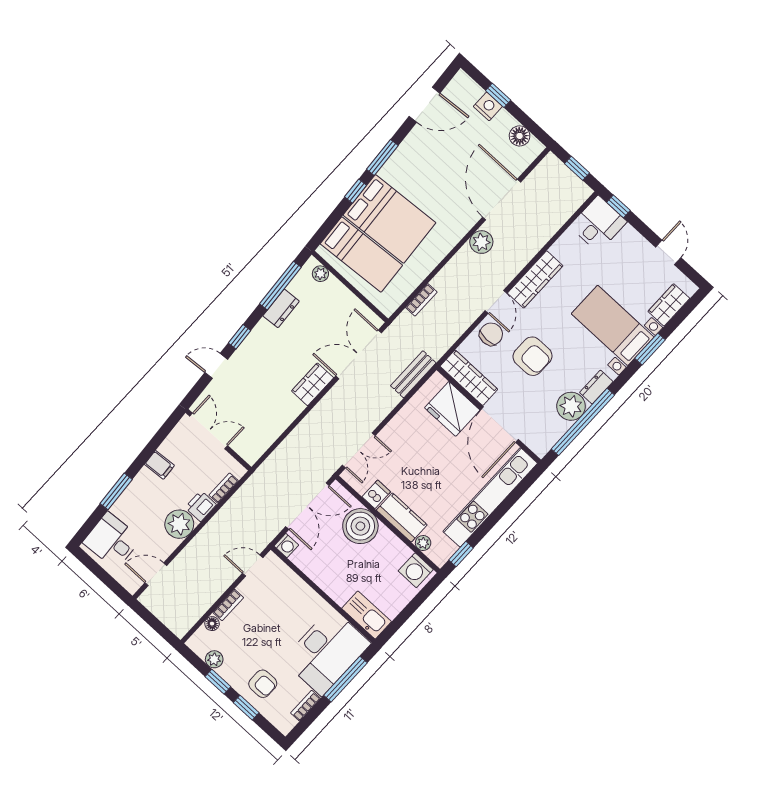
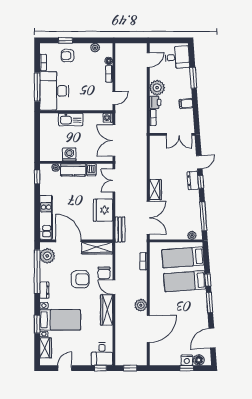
floor lamp: (520, 136) -> (199, 360), moved
door: (502, 200) -> (148, 329), hinge flipped
bed: (389, 219) -> (185, 281), width x0.67
door: (668, 252) -> (65, 368), swing flipped
dresser: (281, 308) -> (193, 180), moved
armchair: (532, 356) -> (80, 279), turned 180
plant: (571, 406) -> (47, 256), moved
fridge: (452, 409) -> (103, 210), moved, turned -90
kitchen unit: (490, 497) -> (46, 217), width x0.73
boiler: (360, 526) -> (86, 152), removed
washing machine: (416, 570) -> (69, 154), moved
kitchen sink: (367, 615) -> (71, 119), moved
window: (218, 682) -> (86, 40), removed

